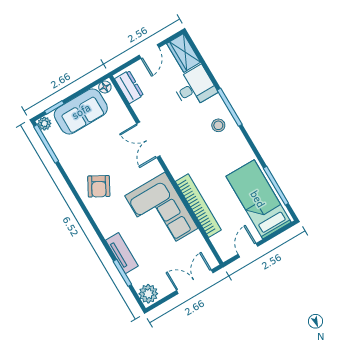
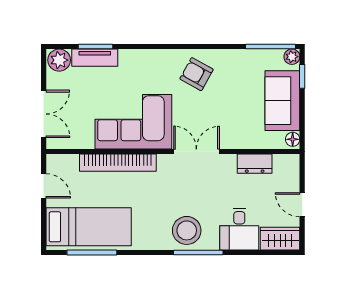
dresser: (129, 87) -> (255, 164), moved
stool: (218, 125) -> (187, 230), width x1.89, depth x1.89
double door: (148, 140) -> (196, 151), moved
tv unit: (122, 253) -> (95, 58), moved

